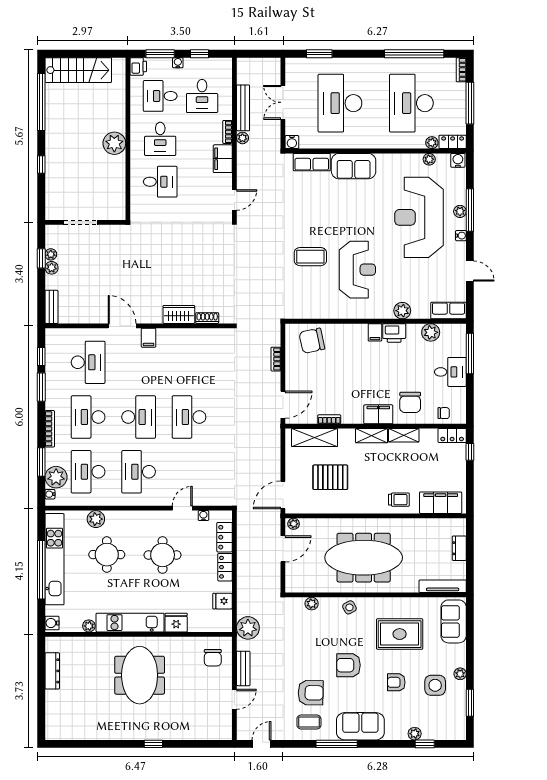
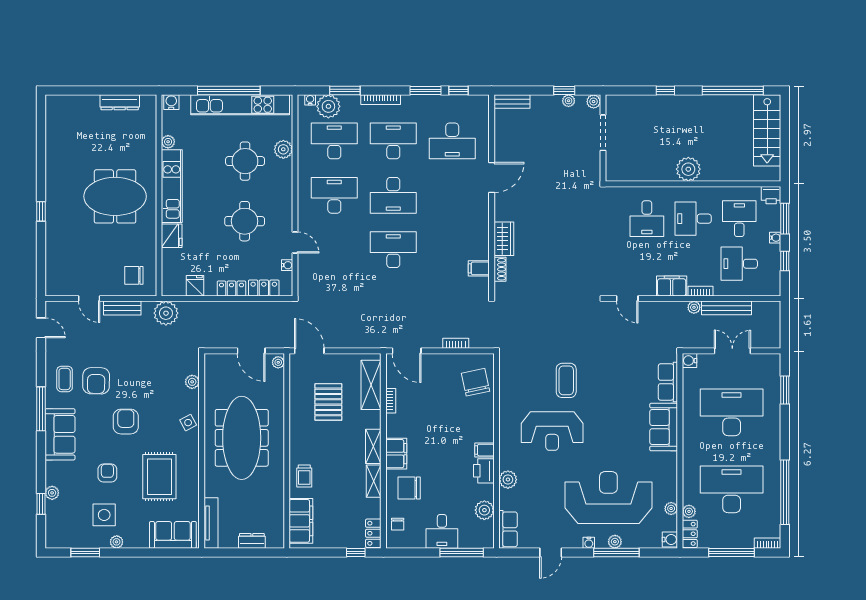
plant: (52, 268) -> (594, 102), moved
filing cabinet: (149, 338) -> (479, 268), moved

